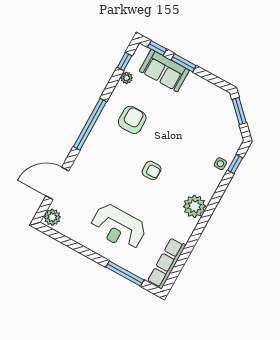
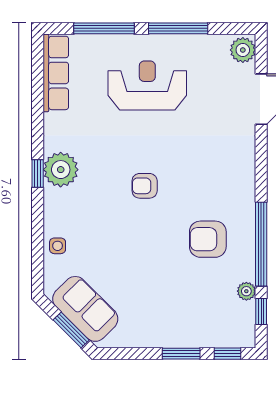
sofa: (164, 71) -> (85, 309), moved, turned 45
armchair: (132, 120) -> (208, 239), turned 90
window: (90, 124) -> (261, 244), moved
window: (235, 164) -> (38, 173), moved
window: (82, 250) -> (178, 28), added

